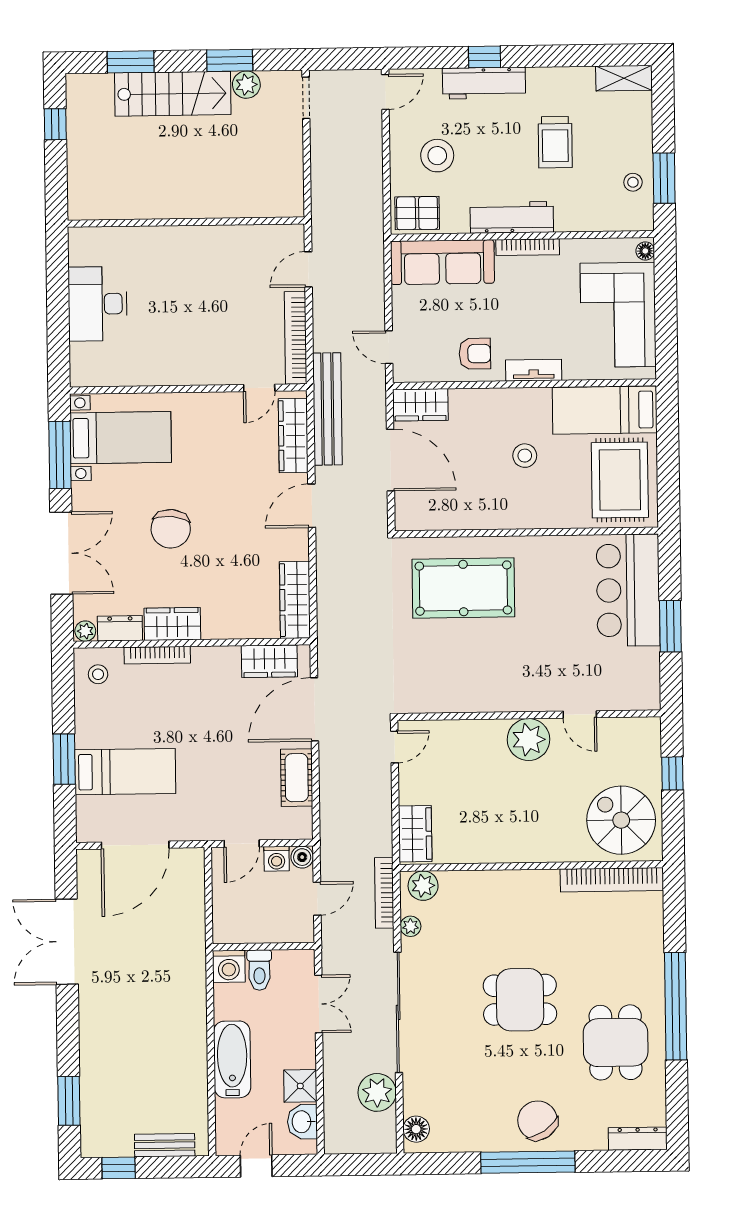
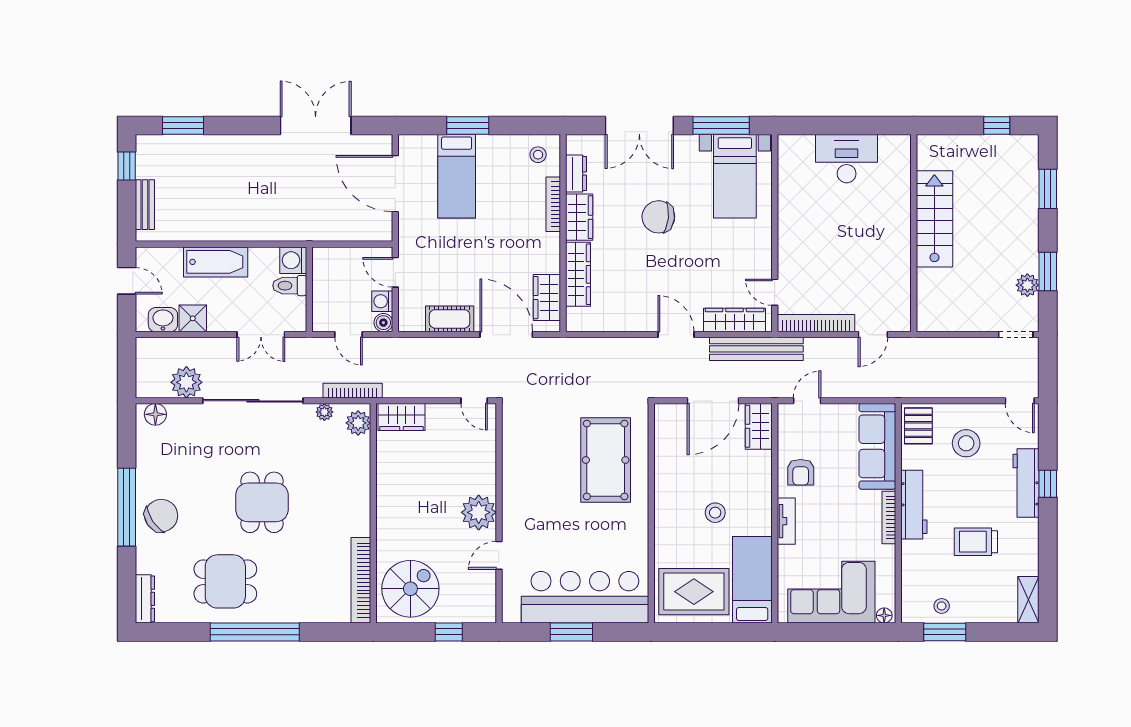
stairs: (173, 94) -> (934, 219), moved, turned 180
door: (308, 269) -> (873, 335), swing flipped
bar counter: (628, 590) -> (585, 597), width x1.36
wardrobe: (295, 600) -> (578, 274), moved, turned 90
plant: (85, 631) -> (574, 145), removed

